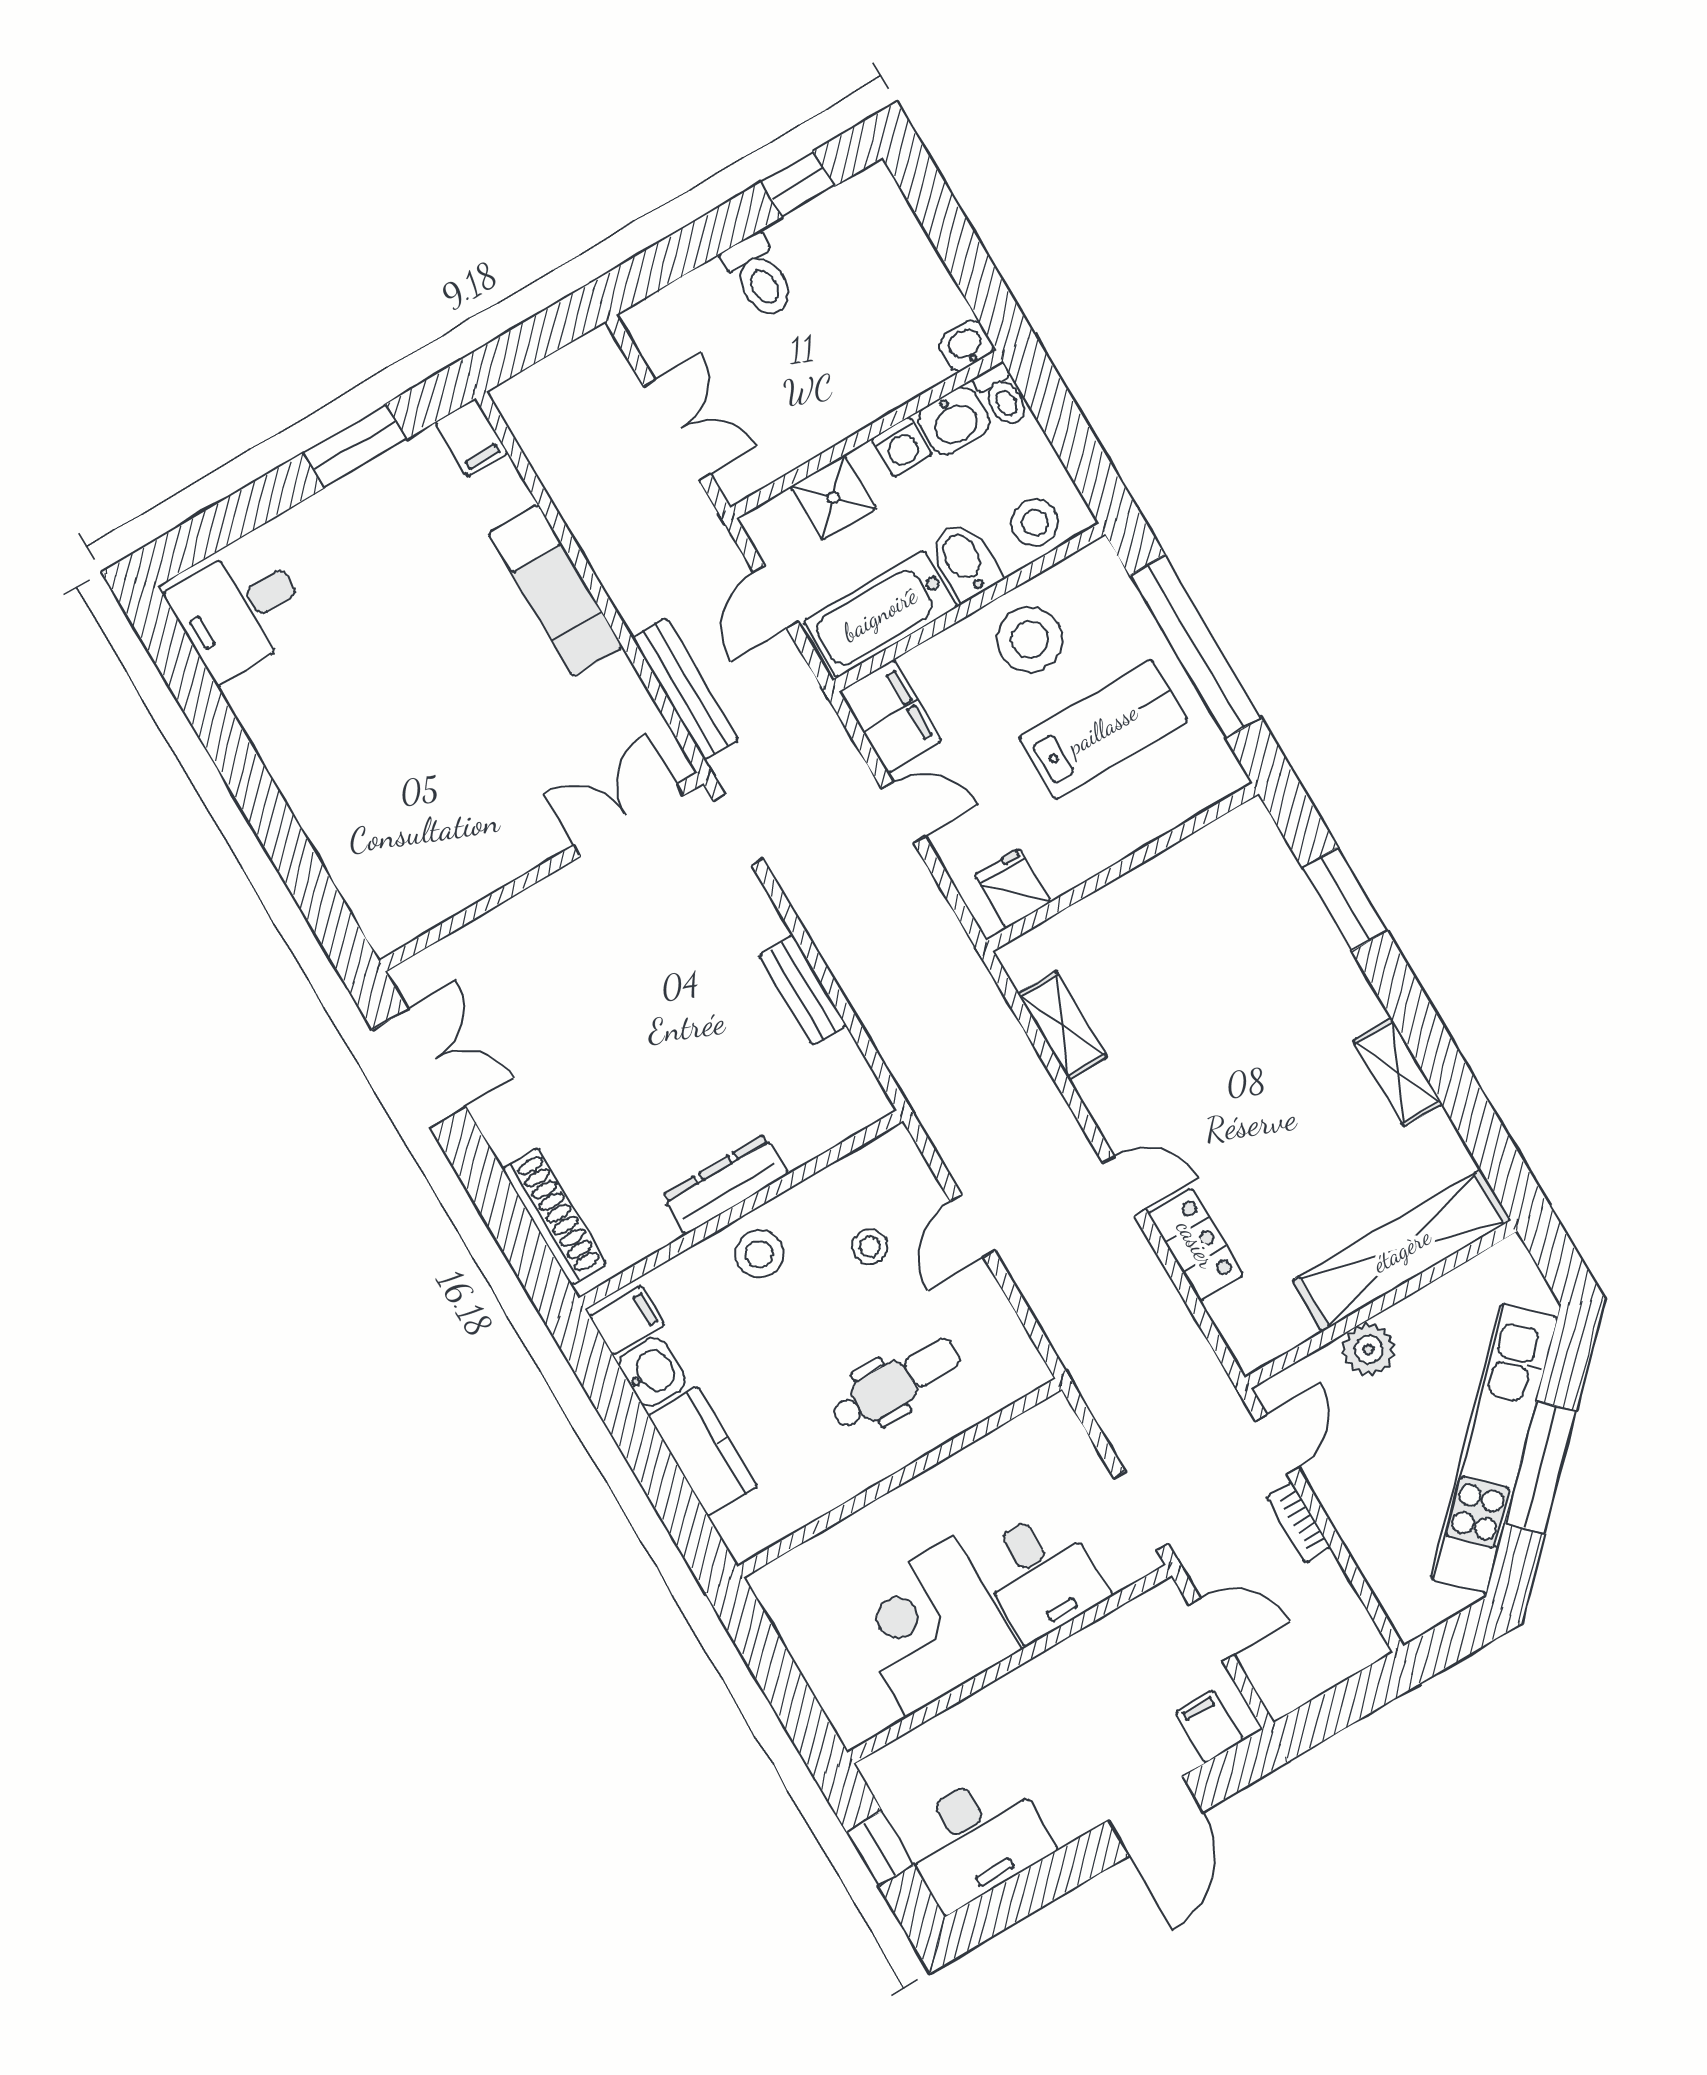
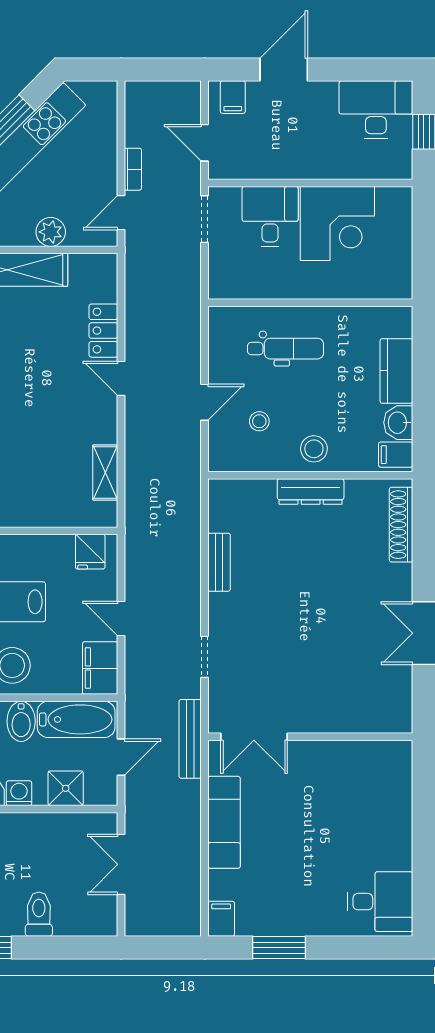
double door: (629, 820) -> (254, 737), moved
wall: (541, 872) -> (310, 737), moved
dental chair: (896, 1384) -> (286, 349), turned 180

